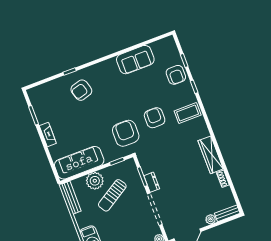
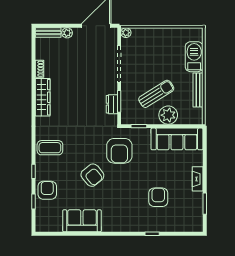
armchair: (81, 90) -> (158, 197), moved, turned -74
armchair: (155, 118) -> (92, 175), moved, turned -39
dresser: (152, 182) -> (112, 104), moved
bench: (71, 198) -> (198, 90), moved

